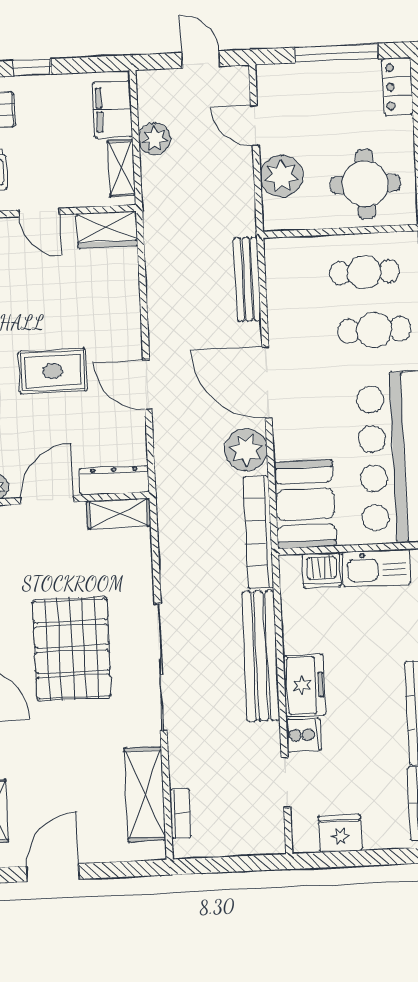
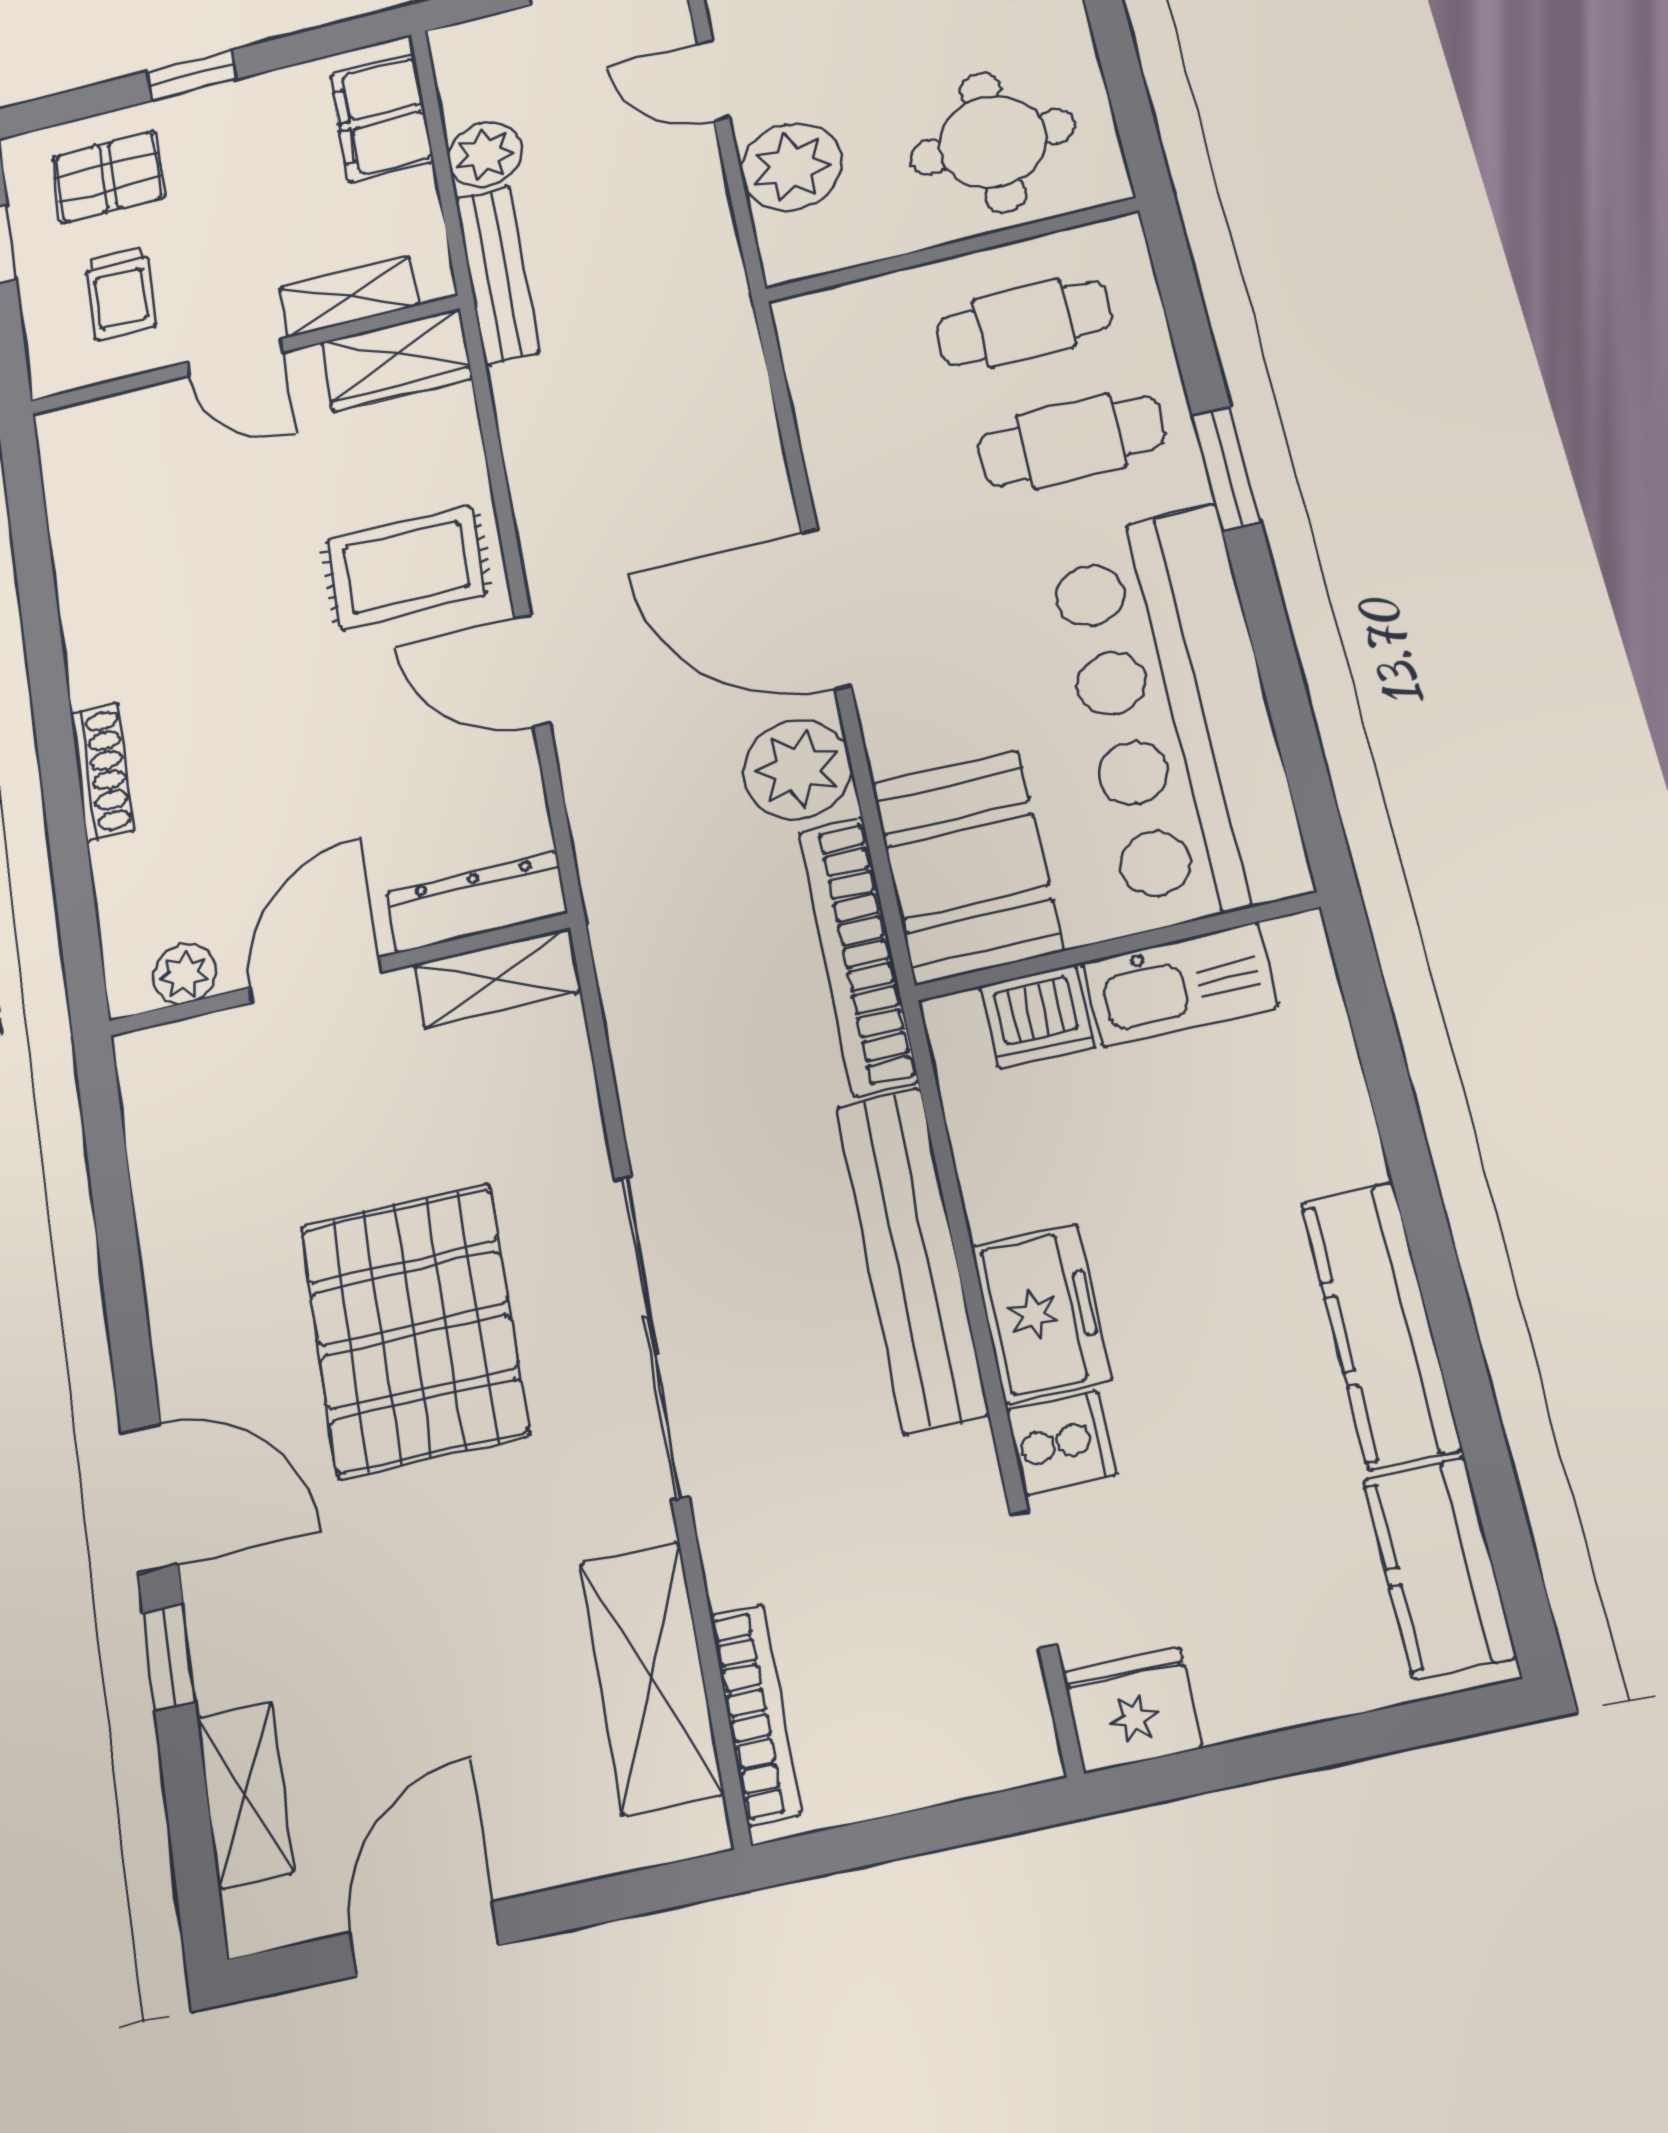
shelving: (121, 168) -> (348, 297), moved, turned 90
bench: (247, 279) -> (497, 275), moved
rug: (53, 371) -> (406, 567), moved
bookcase: (180, 814) -> (755, 1714), width x1.56
fridge: (340, 833) -> (1132, 1710), moved

